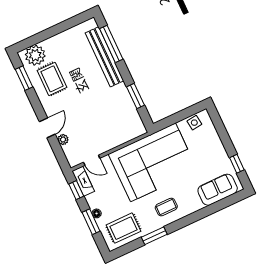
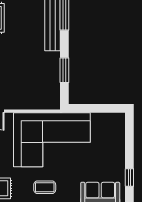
side table: (194, 123) -> (108, 121), removed

